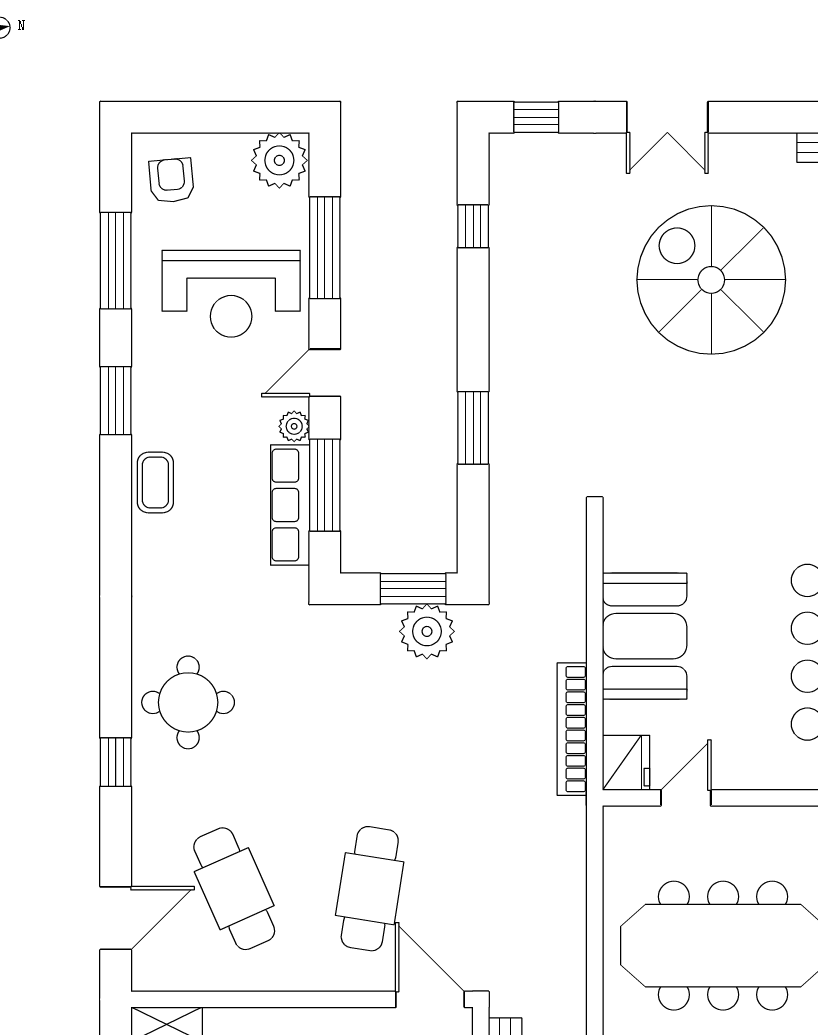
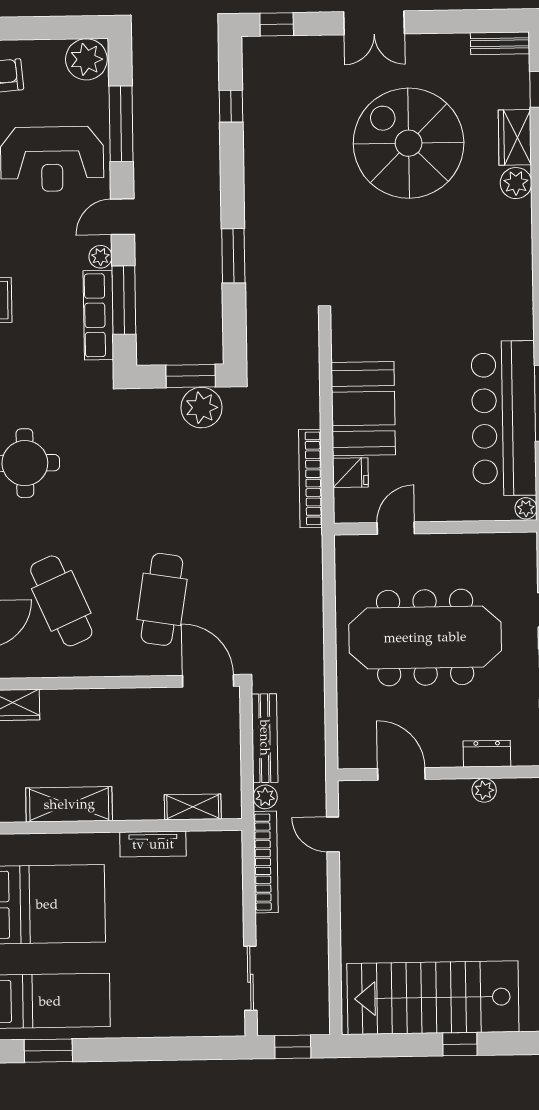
fridge: (626, 763) -> (350, 473), moved, width x0.72

